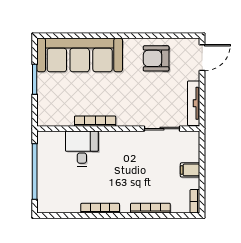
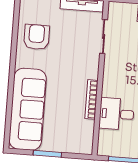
armchair: (156, 58) -> (37, 37), turned 180

